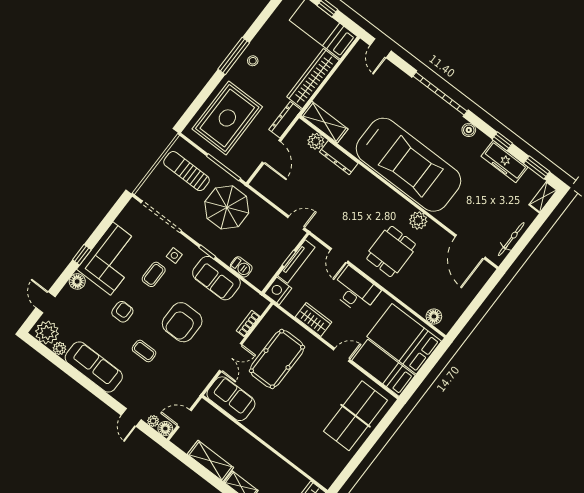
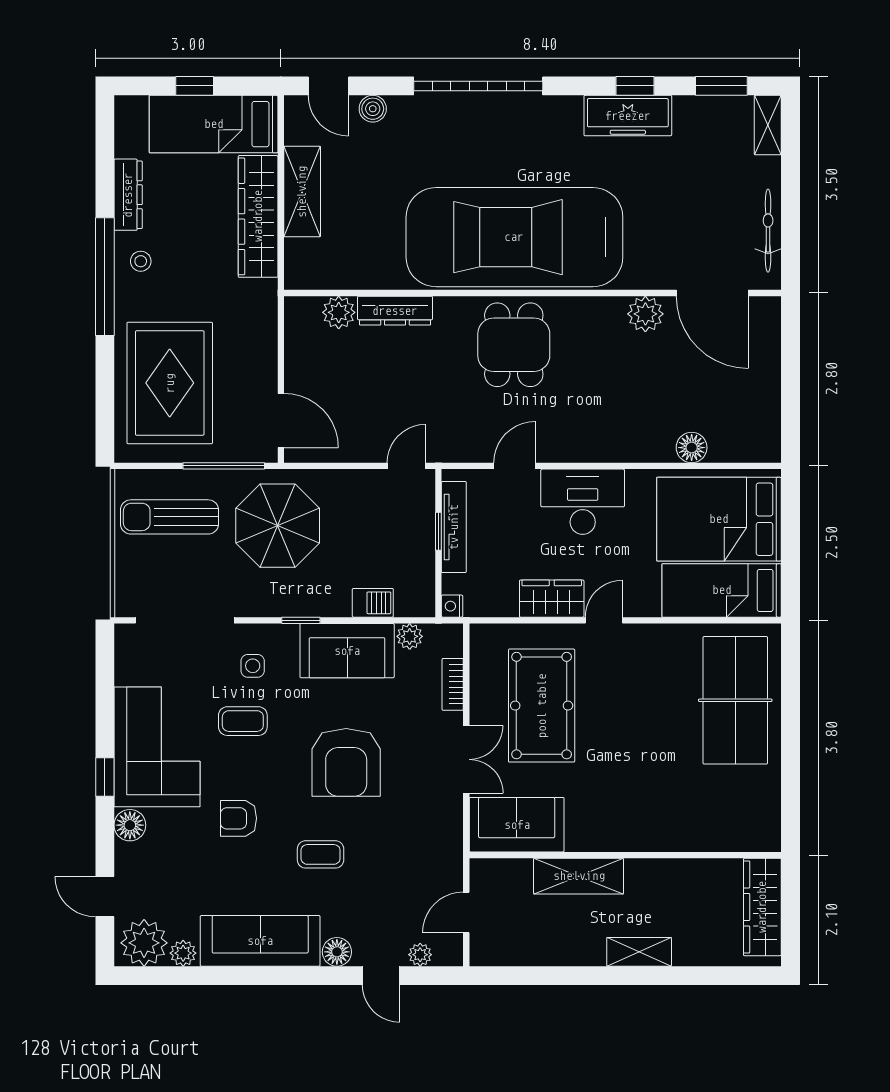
window: (234, 56) -> (105, 277), width x1.46
dresser: (285, 120) -> (128, 195), moved, turned 180
shelving: (325, 122) -> (302, 192), moved, turned 90
boiler: (469, 130) -> (373, 109), moved
door: (271, 152) -> (281, 420), moved
freezer: (504, 162) -> (628, 116), moved
car: (408, 165) -> (514, 237), turned 180
plant: (418, 220) -> (645, 314), moved
dining table: (391, 251) -> (514, 345), moved
door: (339, 256) -> (515, 466), swing flipped
coffee table: (154, 274) -> (243, 721), turned 90
plant: (246, 291) -> (410, 636), added
nightstand: (278, 291) -> (452, 606), width x0.53, depth x0.56
armchair: (122, 312) -> (239, 818), turned -90
floor lamp: (434, 316) -> (692, 448), moved
door: (342, 355) -> (604, 620), moved
floor lamp: (165, 429) -> (337, 952), moved
shelving: (210, 461) -> (579, 876), moved

